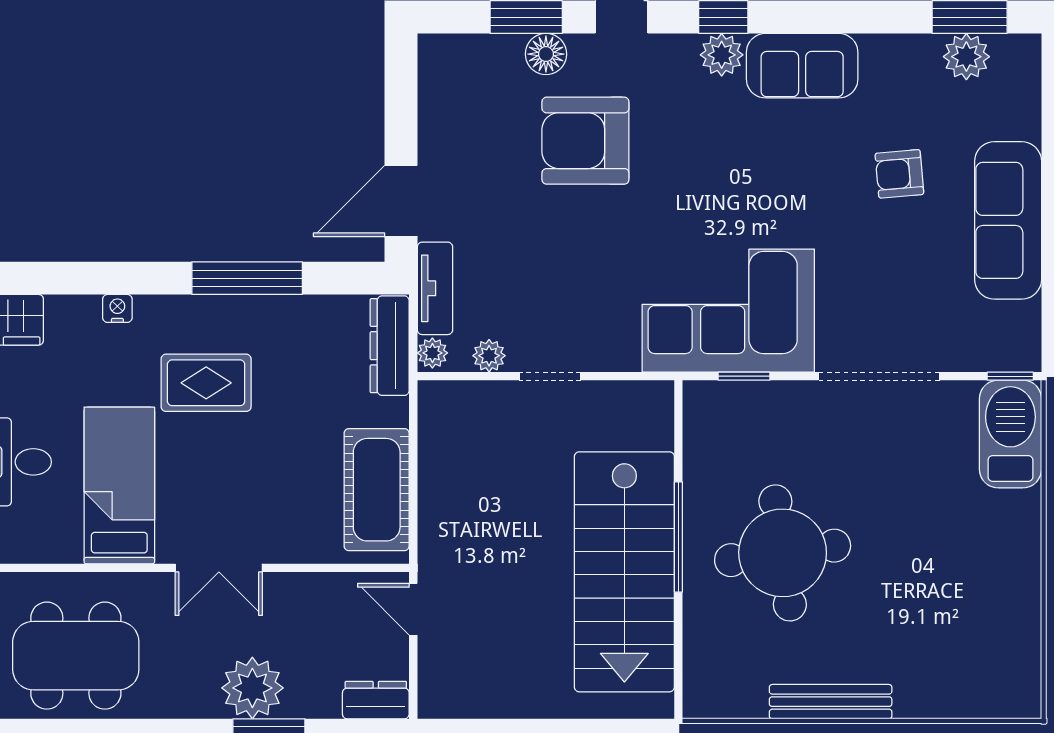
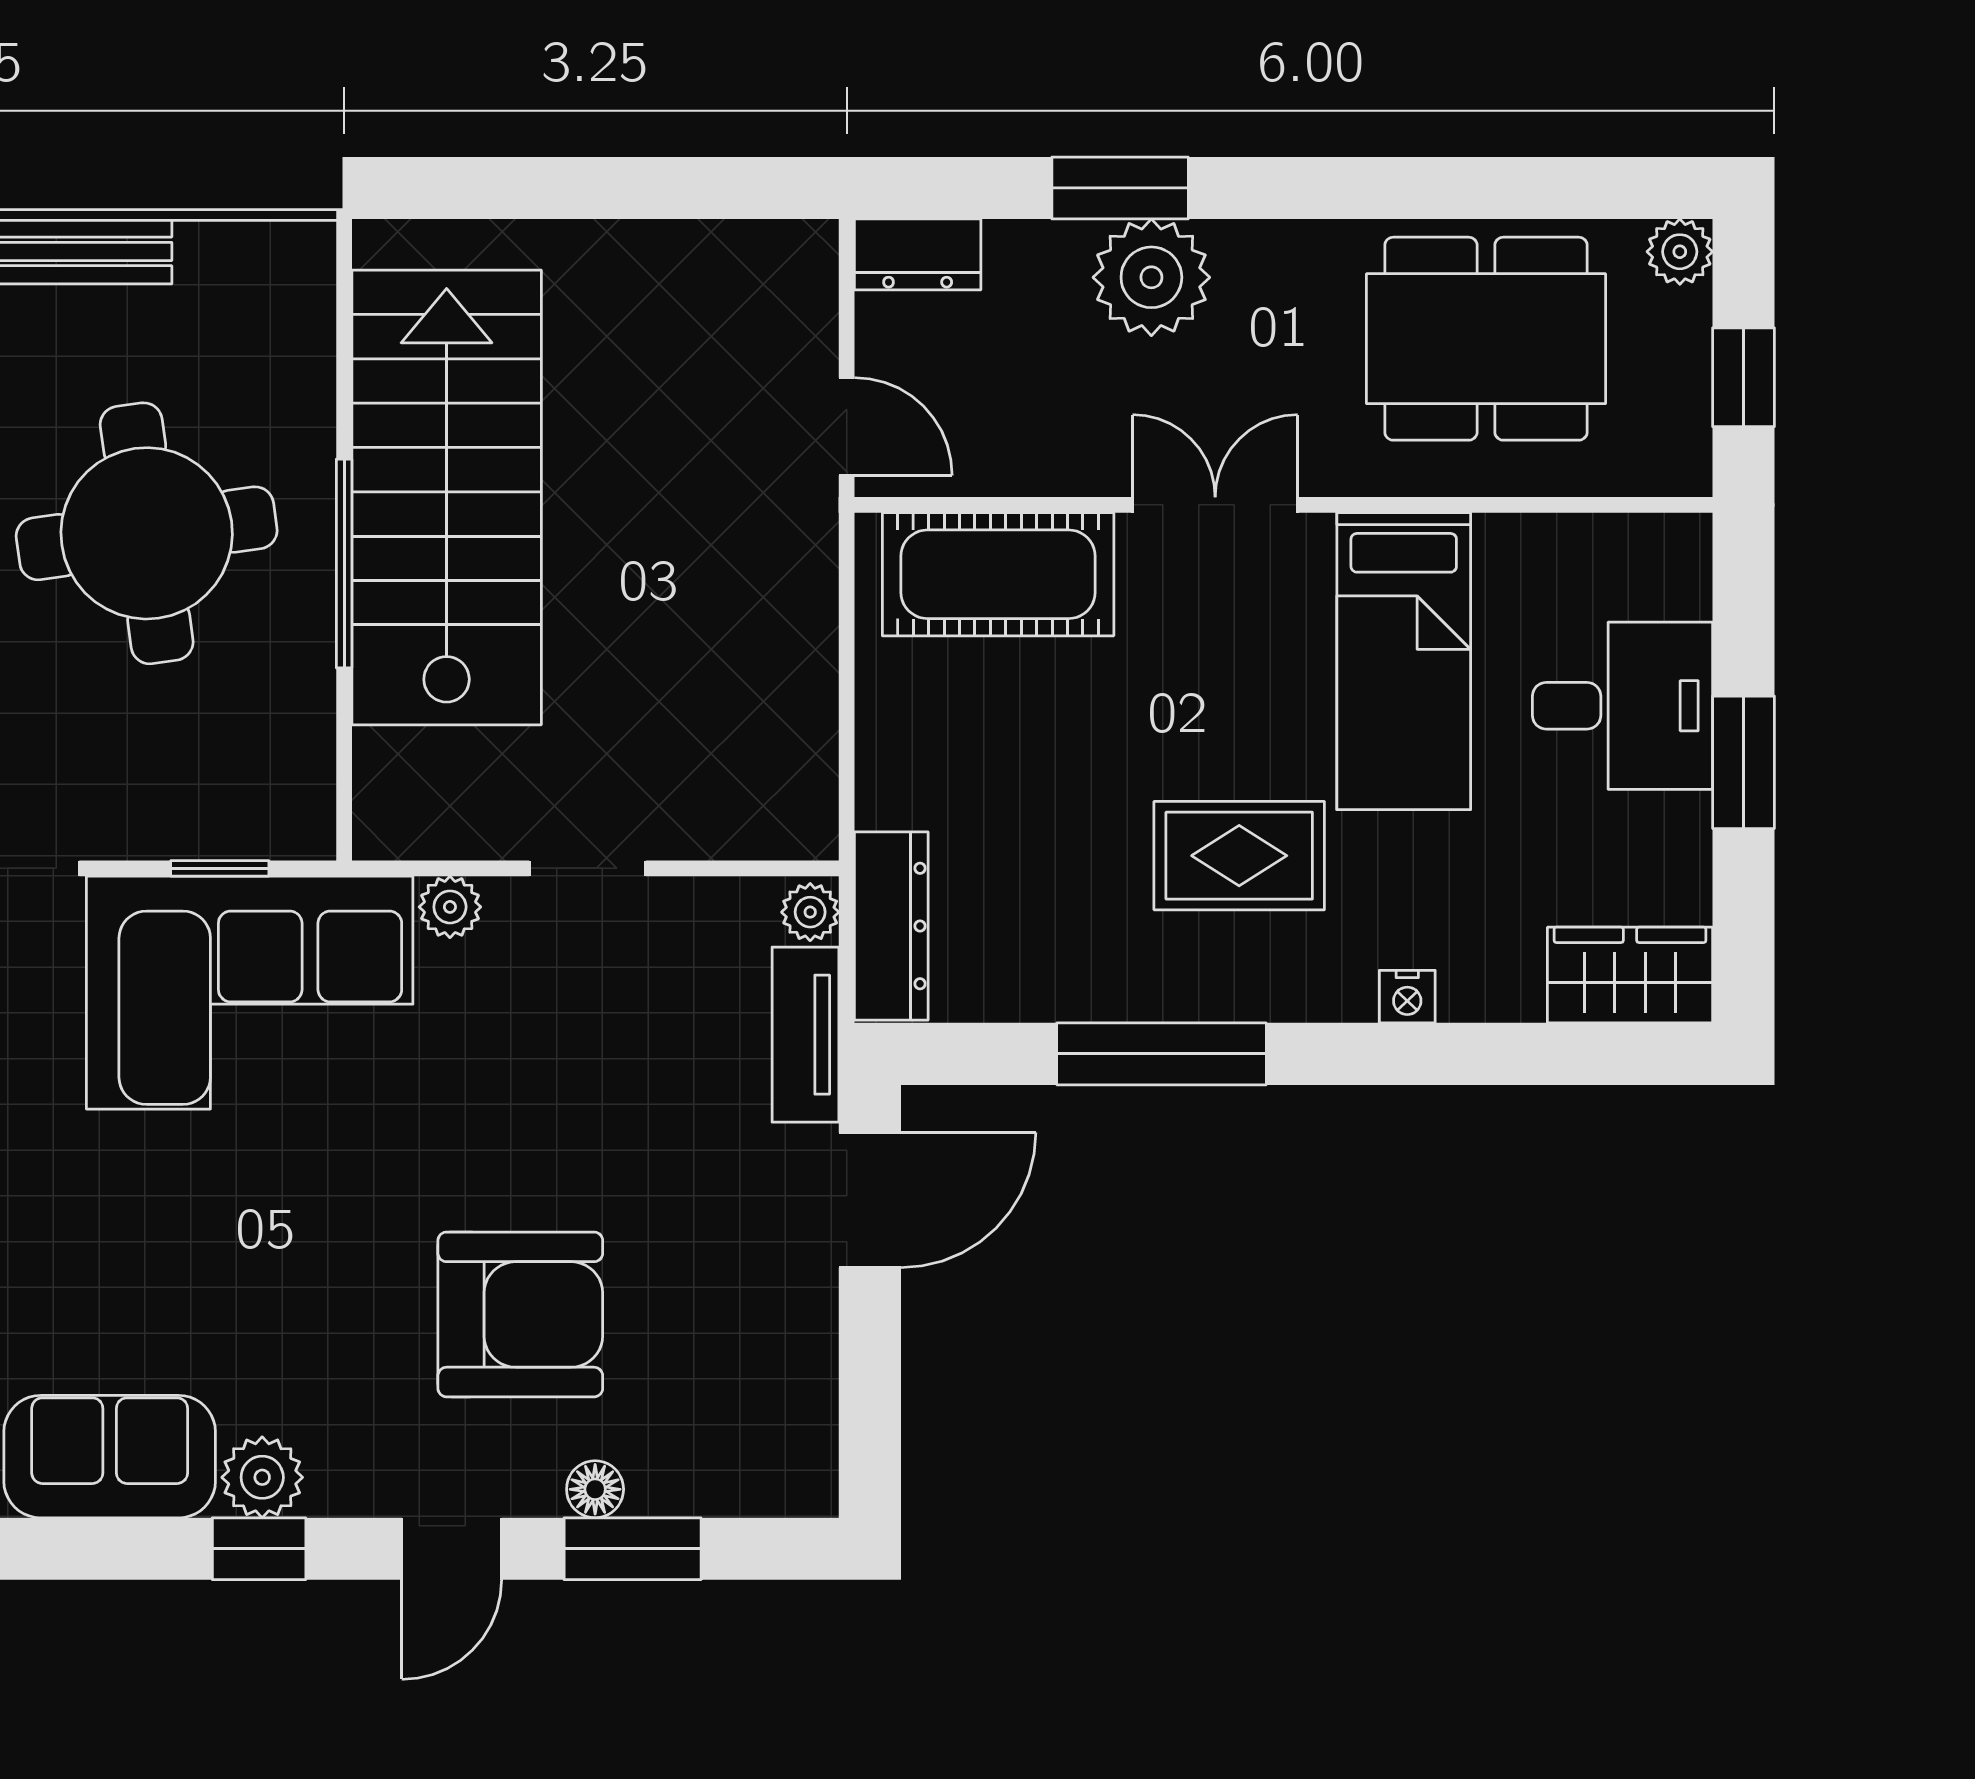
floor lamp: (546, 54) -> (595, 1489), width x0.73, depth x0.73
plant: (489, 356) -> (450, 907), moved
cot: (377, 490) -> (998, 574), moved, turned 90

